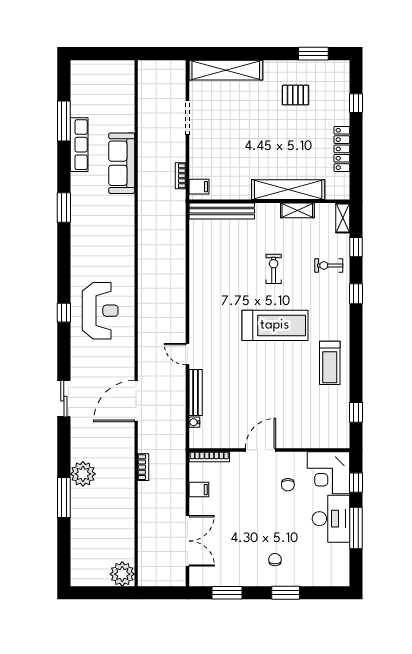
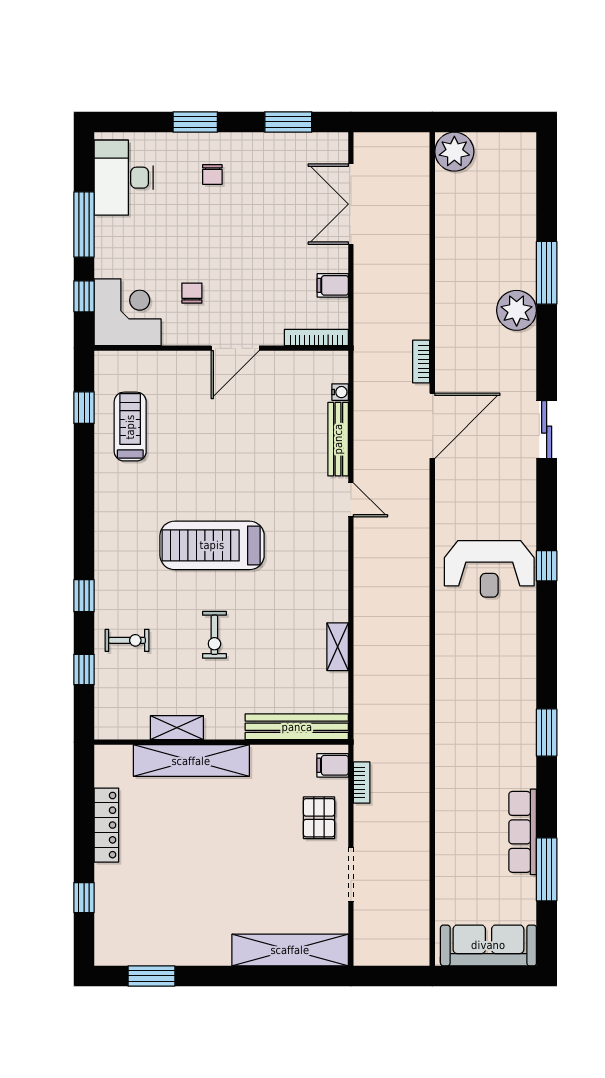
pallet: (295, 95) -> (319, 818), moved, turned 90
sofa: (122, 163) -> (488, 945), moved, turned -90
shelving: (343, 218) -> (338, 647), moved
reception desk: (100, 311) -> (489, 569), turned -90
treadmill: (330, 363) -> (130, 427), moved
bookcase: (143, 467) -> (421, 362), moved
desk: (331, 519) -> (124, 178), moved

